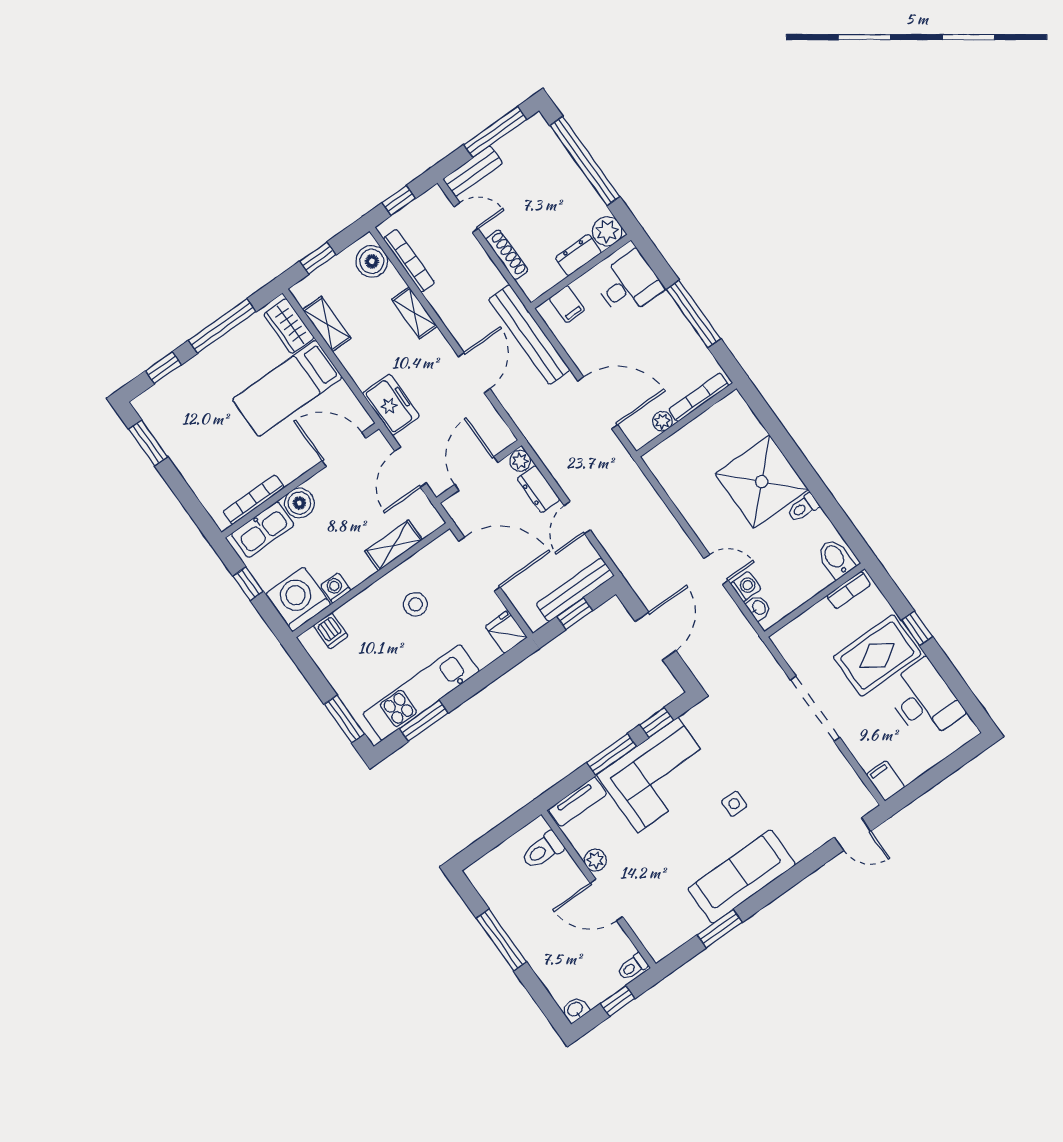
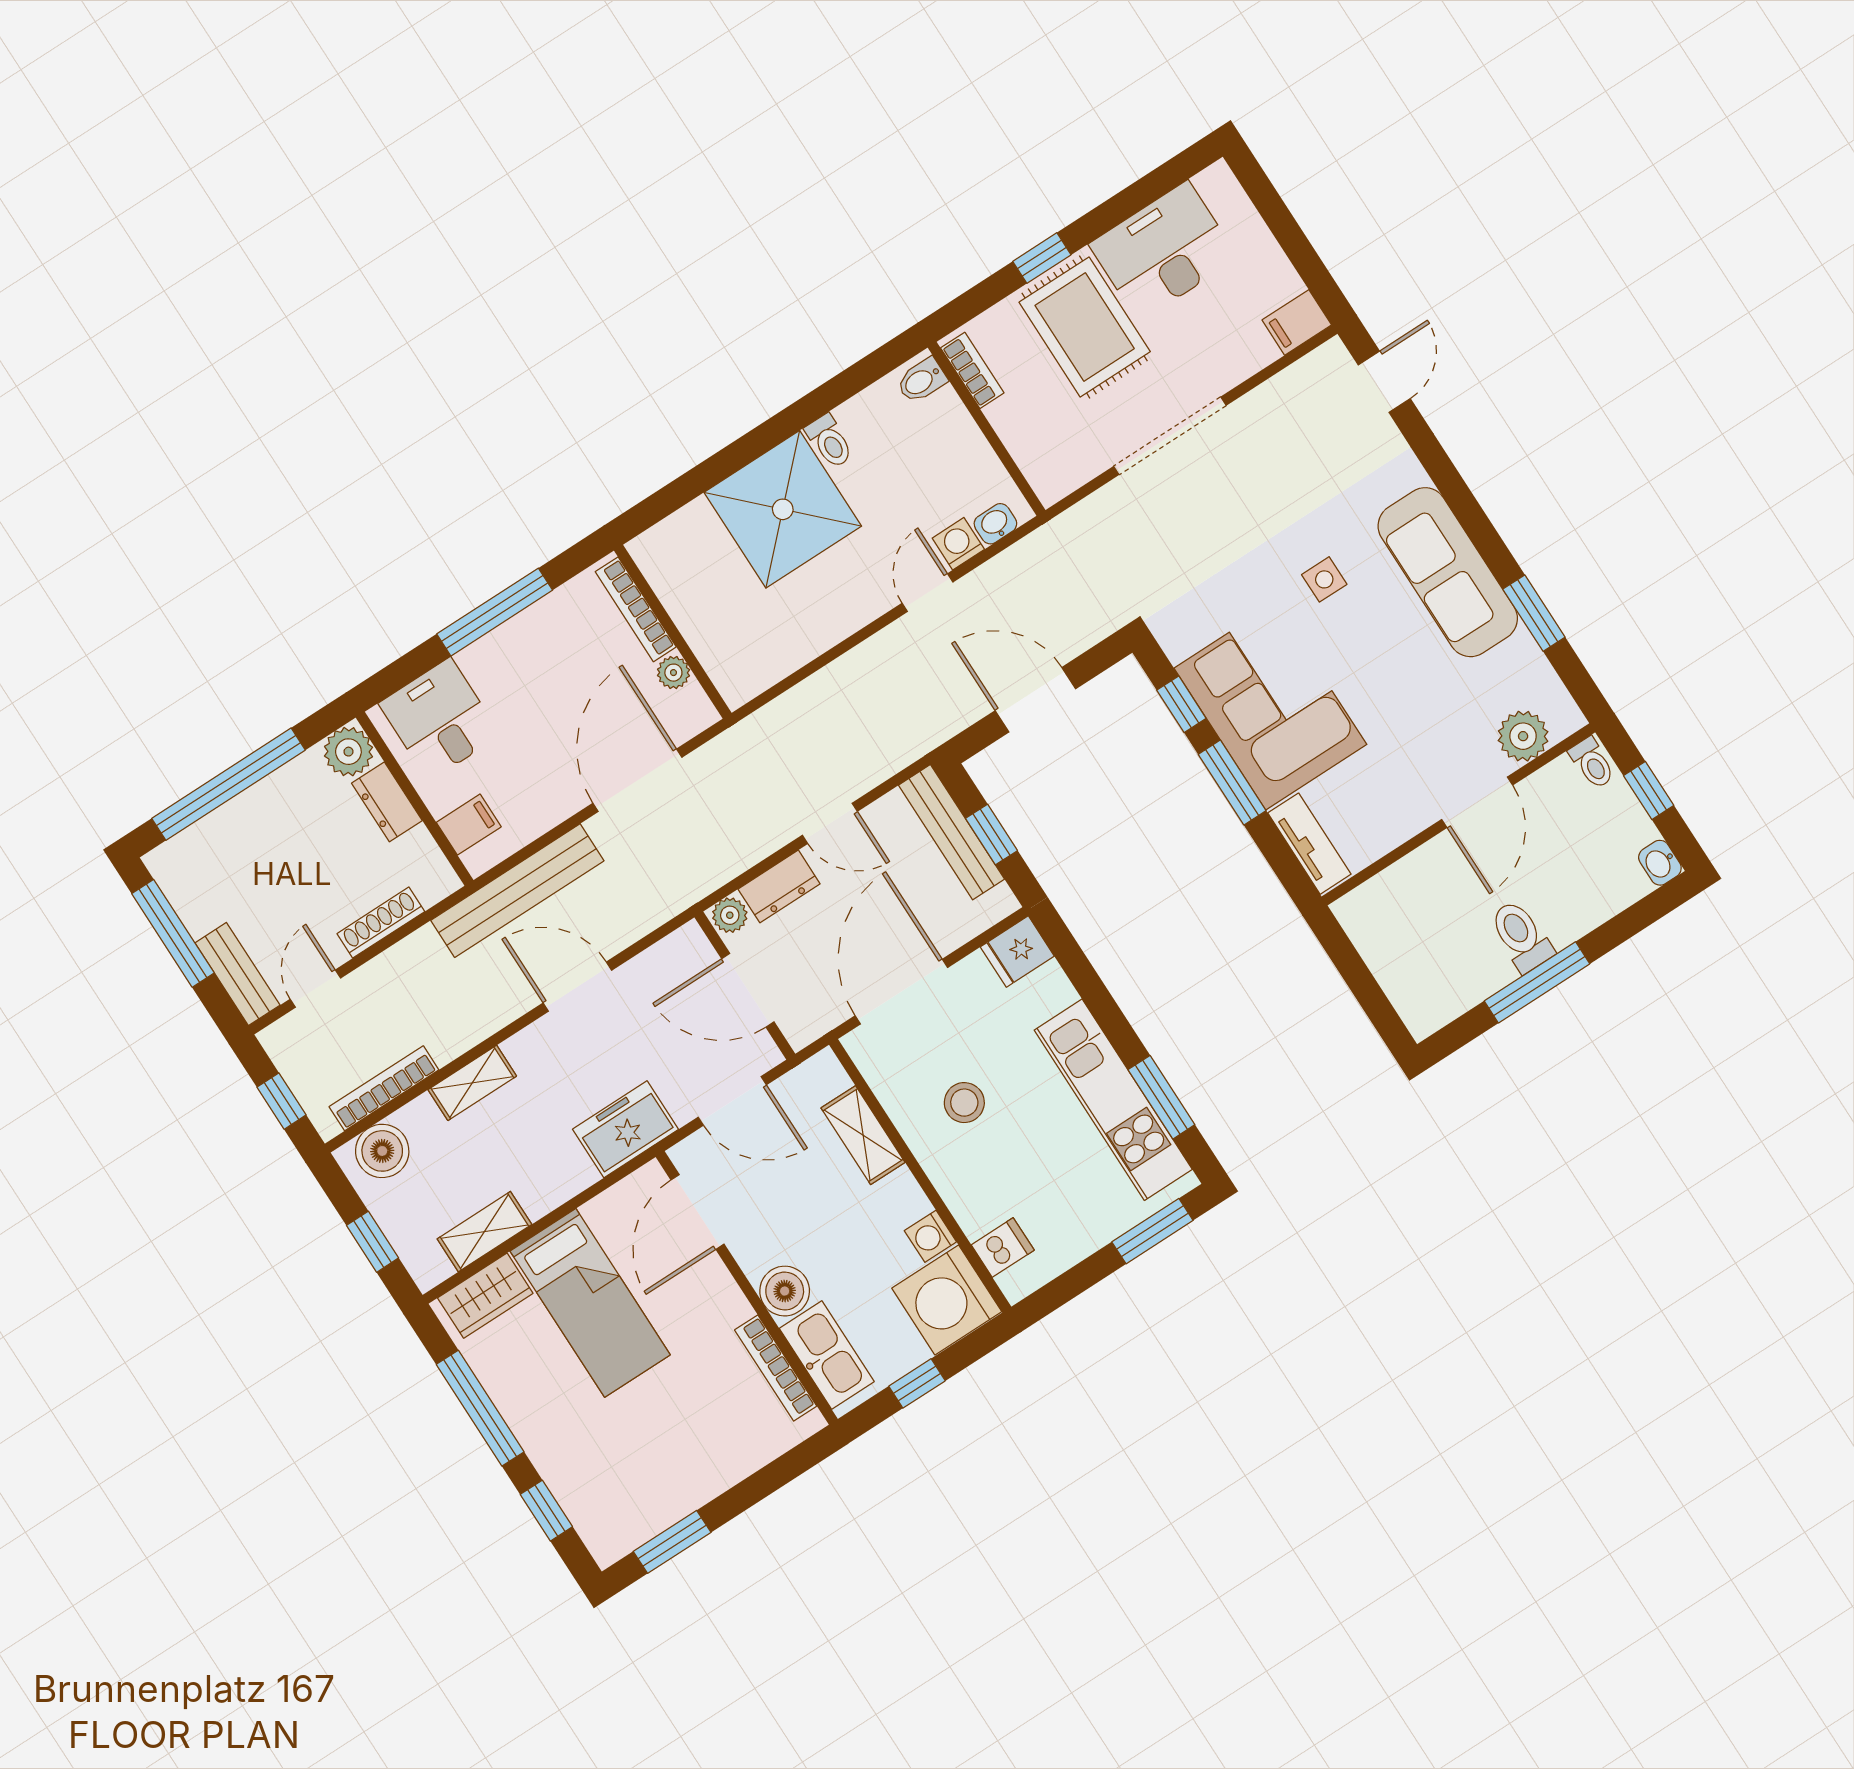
bidet: (836, 559) -> (922, 380), width x0.72, depth x0.74
toilet: (542, 850) -> (1521, 936), moved, turned 180
plant: (595, 860) -> (1523, 736), moved, width x1.38, depth x1.38

